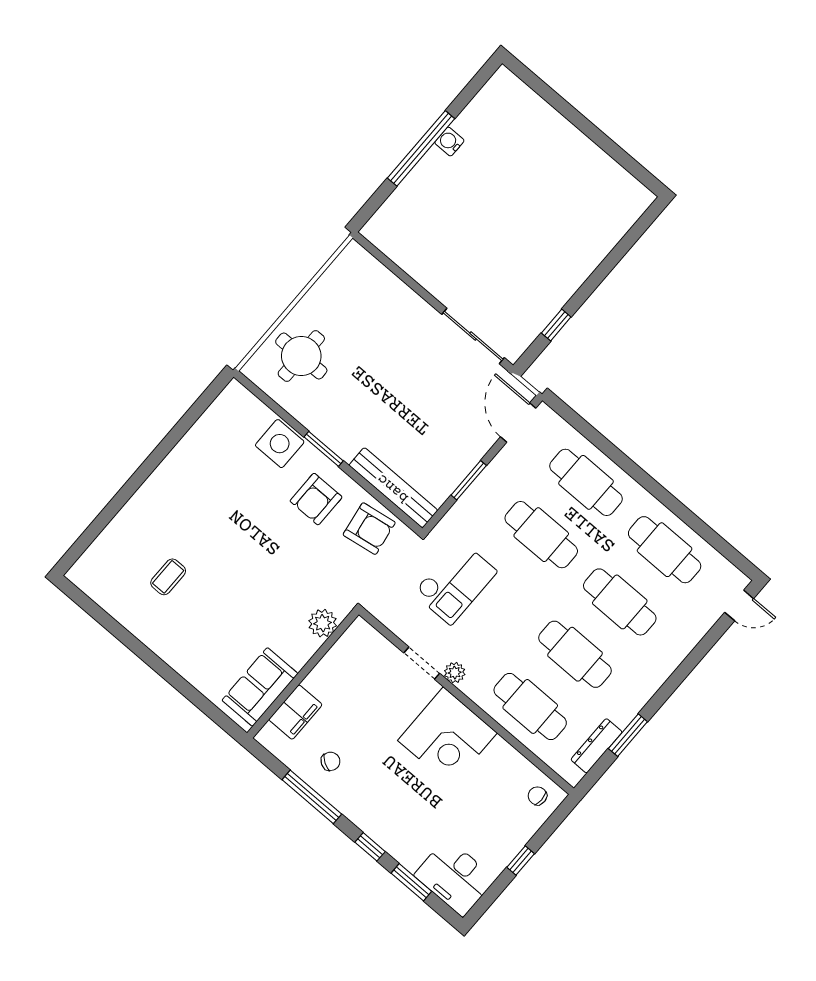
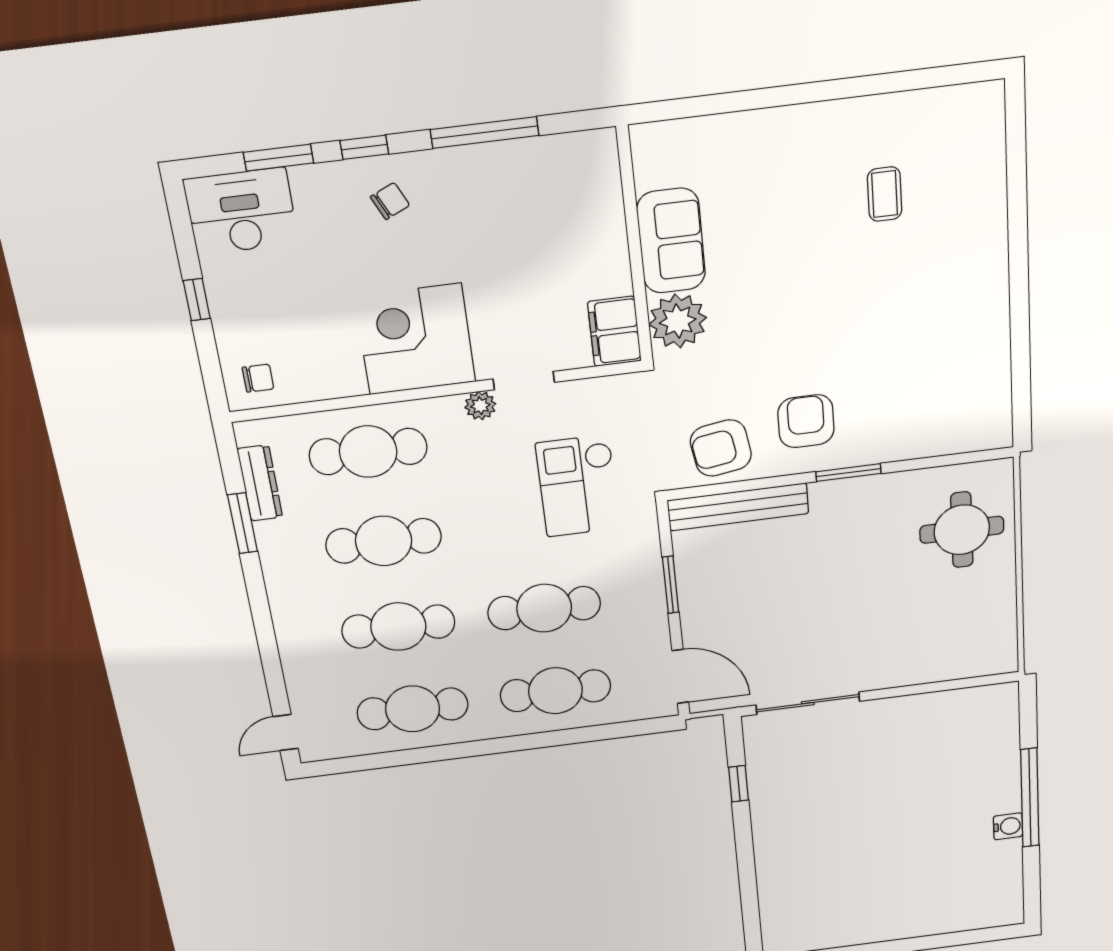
side table: (280, 444) -> (900, 434), removed
plant: (323, 623) -> (678, 321), width x1.36, depth x1.36
sofa: (260, 687) -> (671, 241), moved
filing cabinet: (295, 712) -> (614, 331), moved
chair: (331, 761) -> (390, 201), moved, turned -146

